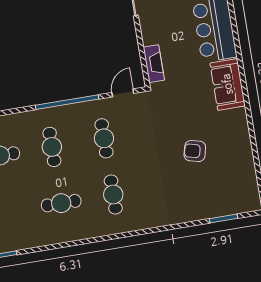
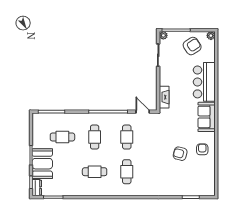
door: (123, 93) -> (143, 112), hinge flipped
armchair: (229, 138) -> (202, 149), added

